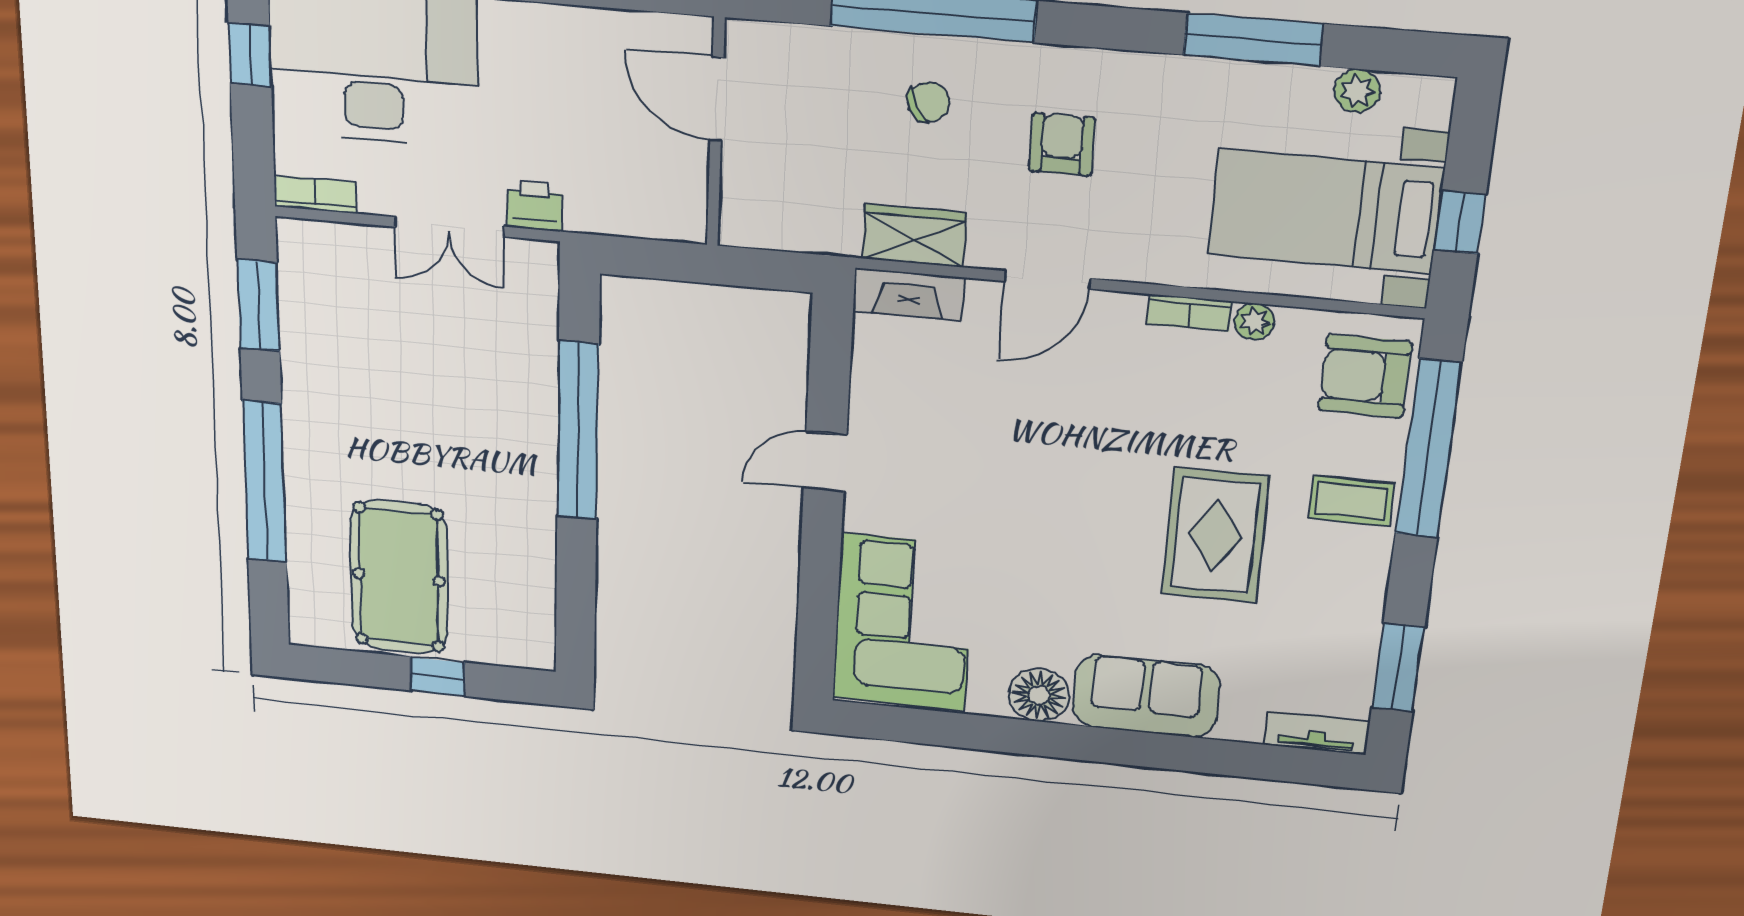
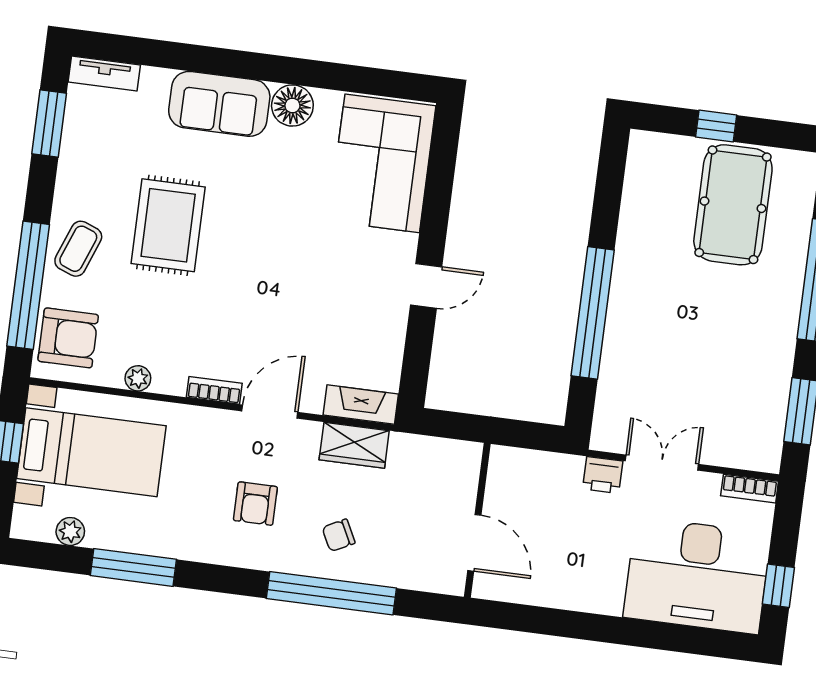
bookcase: (1189, 313) -> (214, 390), moved
coffee table: (1351, 501) -> (78, 249), turned -69

